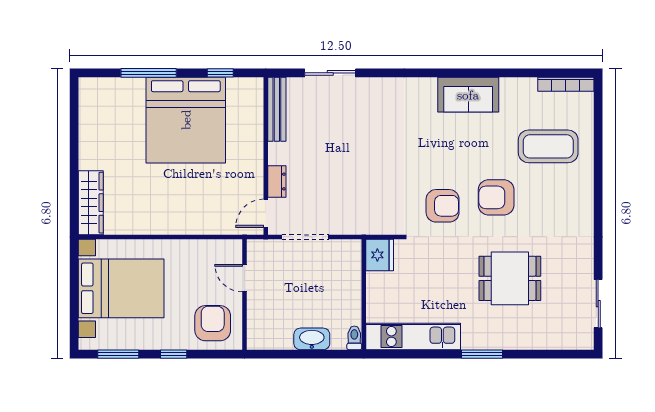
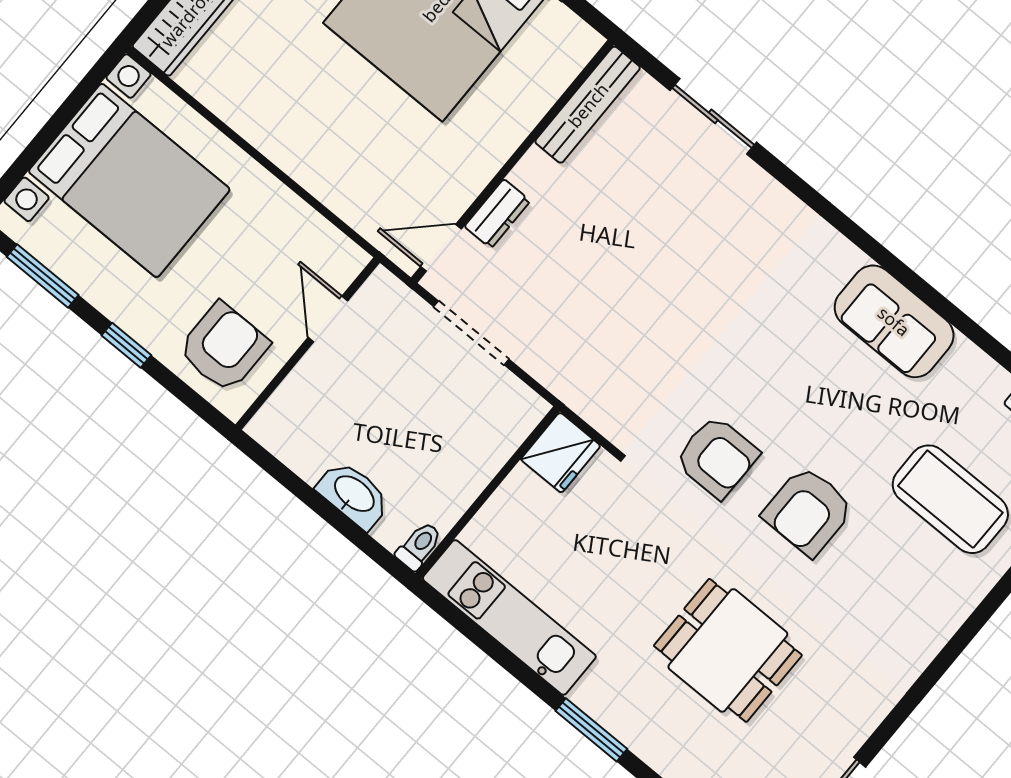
armchair: (496, 197) -> (808, 511), turned -90

